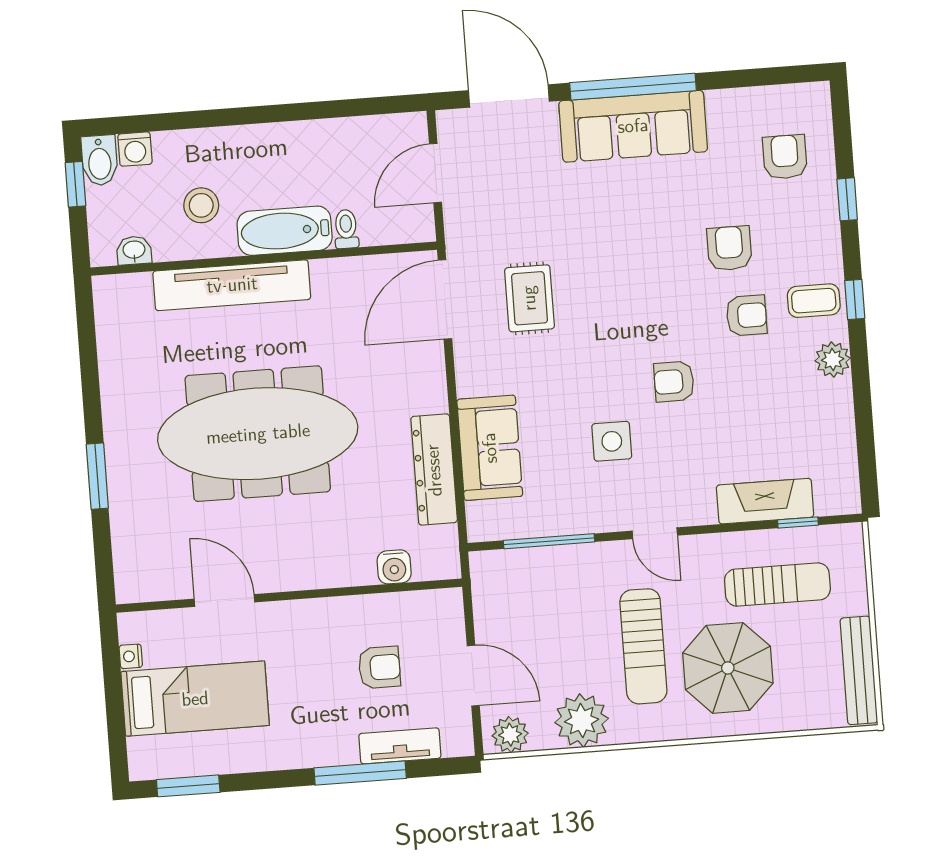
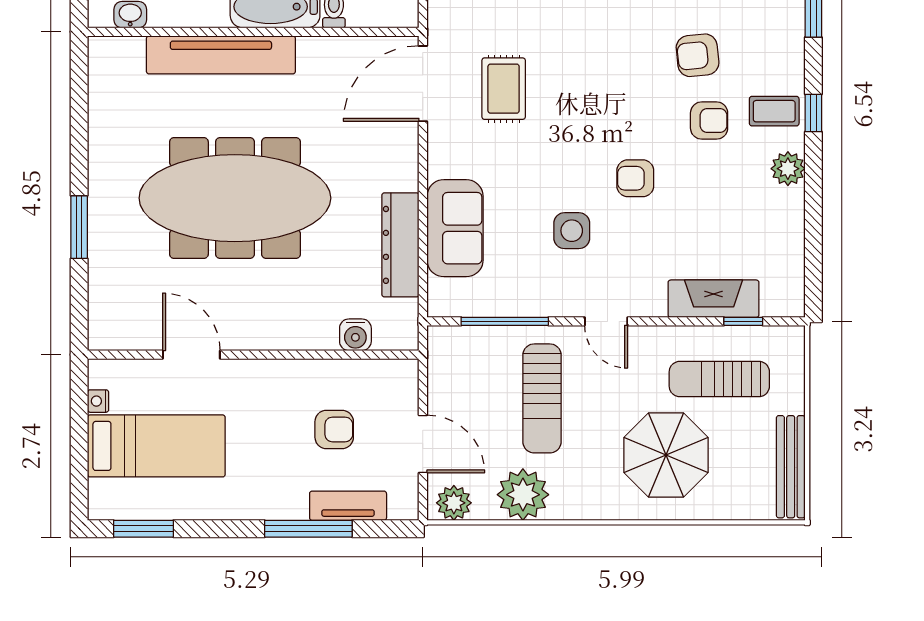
armchair: (729, 248) -> (698, 55), turned -96
sun lounger: (777, 585) -> (719, 379), turned 180
sun lounger: (643, 646) -> (542, 398), moved

